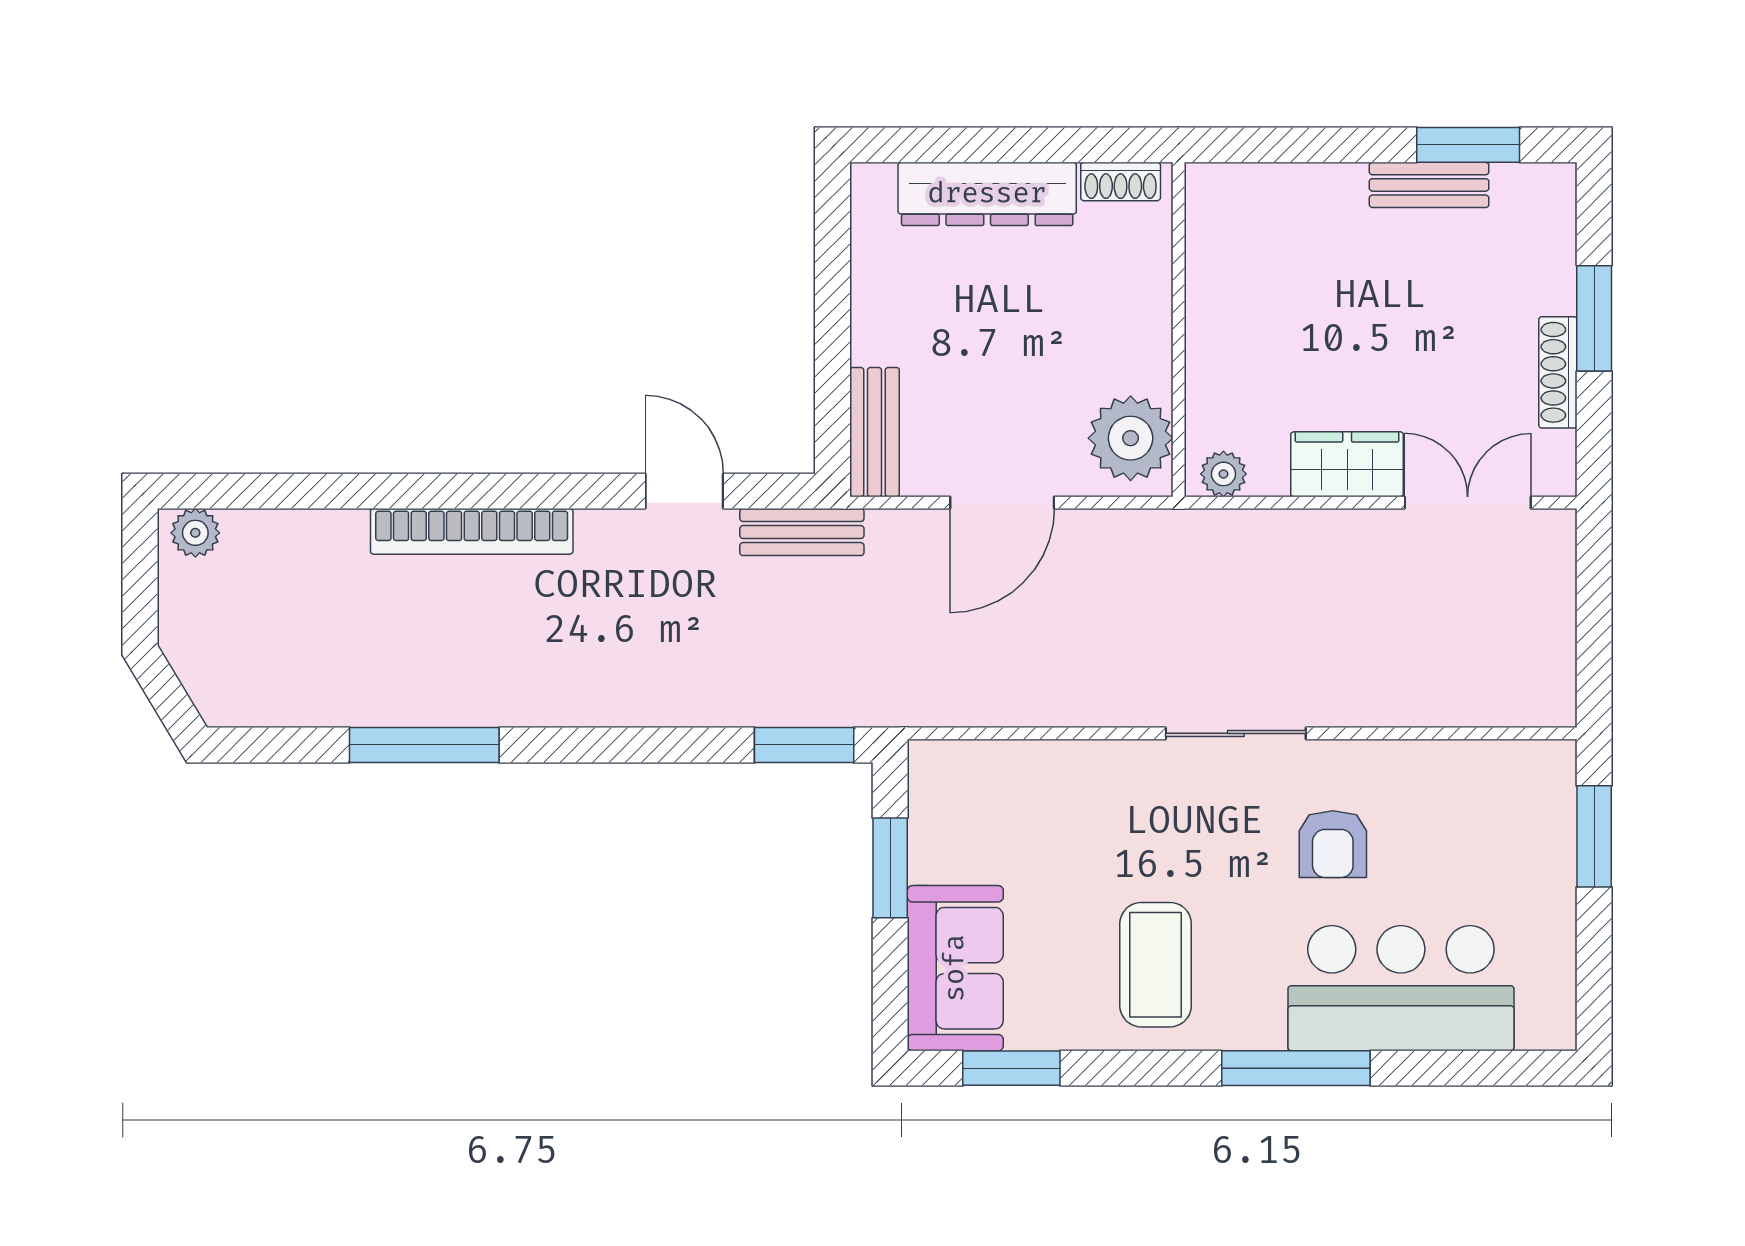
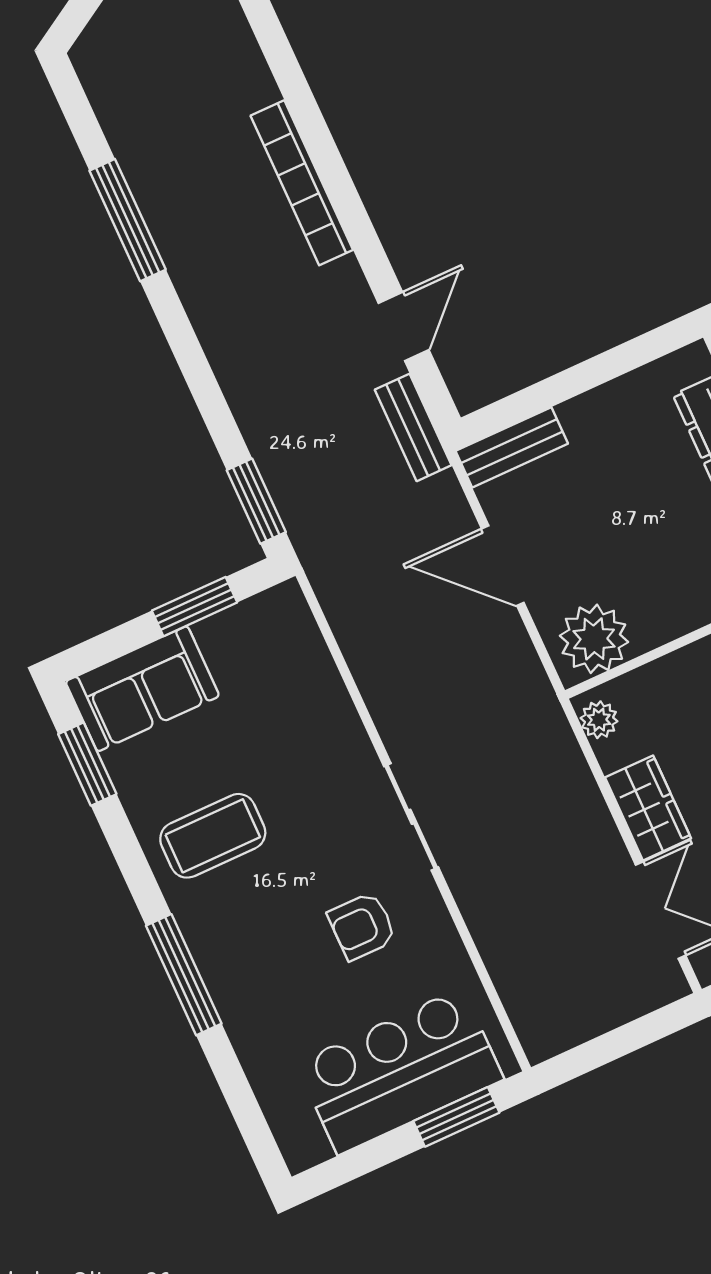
bar counter: (1401, 988) -> (400, 1071), moved, turned -90

